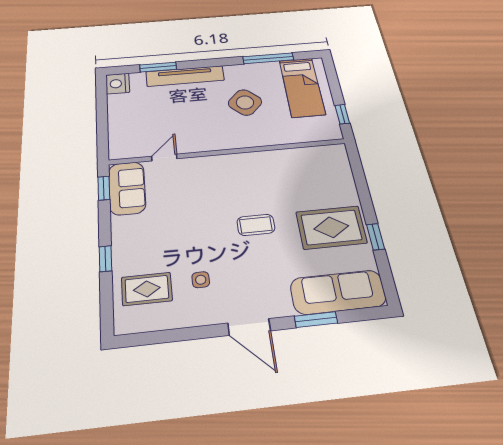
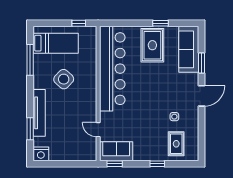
bar counter: (275, 168) -> (112, 69), added
coffee table: (256, 225) -> (146, 85), removed

